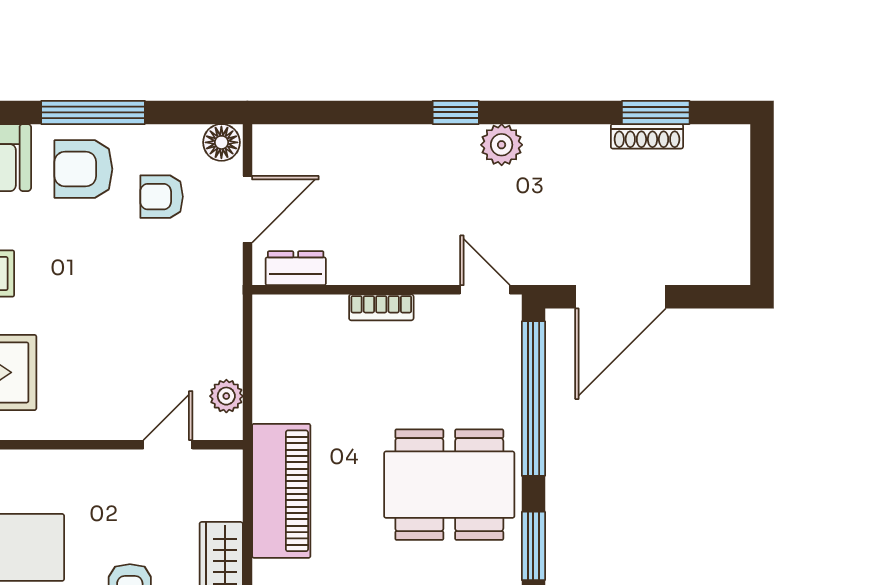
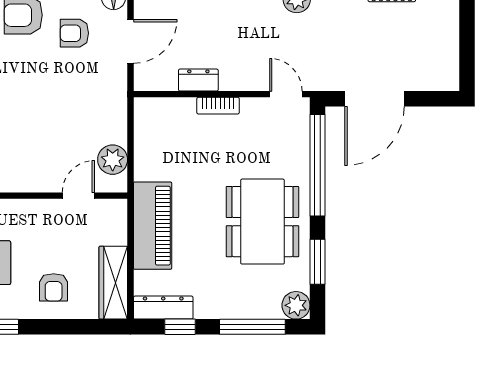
dresser: (296, 268) -> (198, 80), moved
plant: (226, 396) -> (113, 160), width x1.38, depth x1.38
dining table: (449, 485) -> (262, 222), turned 90

